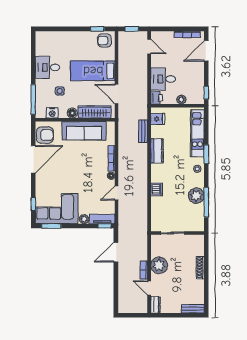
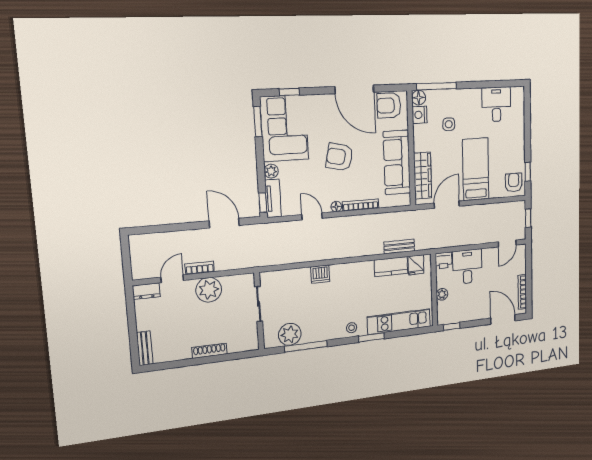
desk: (47, 67) -> (496, 104), moved
floor lamp: (72, 113) -> (419, 98), moved
armchair: (45, 135) -> (389, 105), turned 90
kitchen counter: (157, 151) -> (391, 267), moved
armchair: (78, 172) -> (339, 157), added
plant: (196, 196) -> (290, 334), moved

